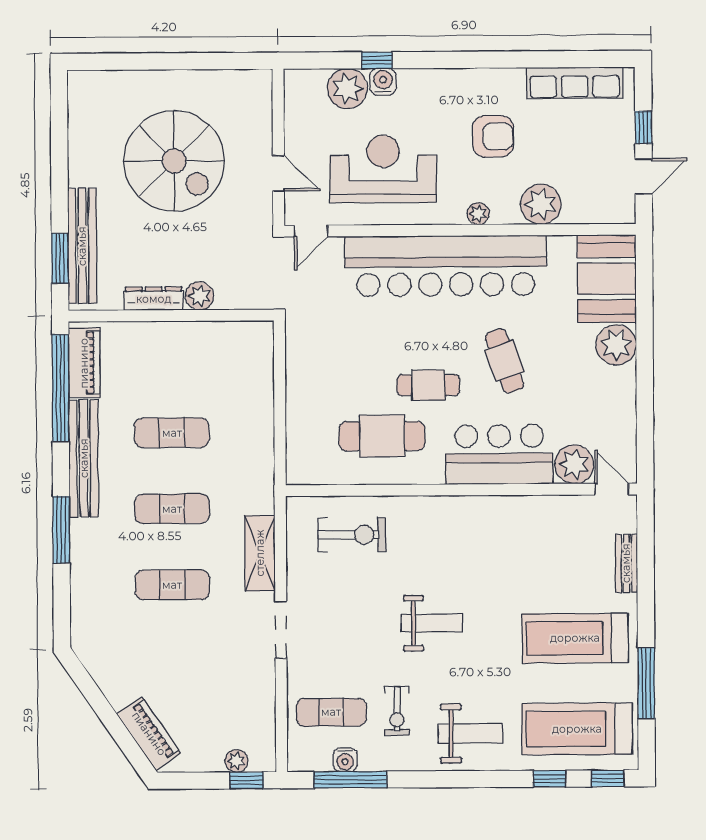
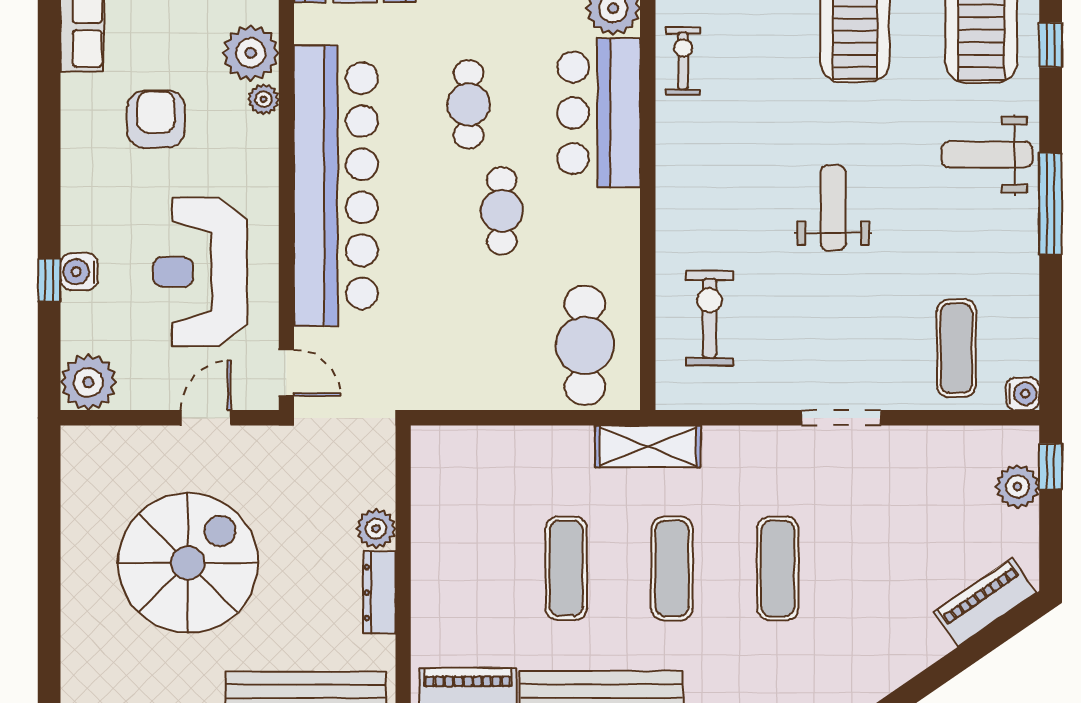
plant: (347, 89) -> (88, 382), moved
plant: (478, 214) -> (264, 99), moved
cafe table: (505, 361) -> (469, 104), turned -71
cafe table: (382, 436) -> (585, 345), moved
shelving: (260, 553) -> (648, 446), moved
exercise bike: (397, 711) -> (683, 61), moved, turned -90
weight bench: (470, 733) -> (987, 155), turned -90
water cooler: (345, 760) -> (1023, 394), moved
plant: (236, 761) -> (1018, 486), width x1.38, depth x1.38
window: (350, 780) -> (1051, 204), moved

